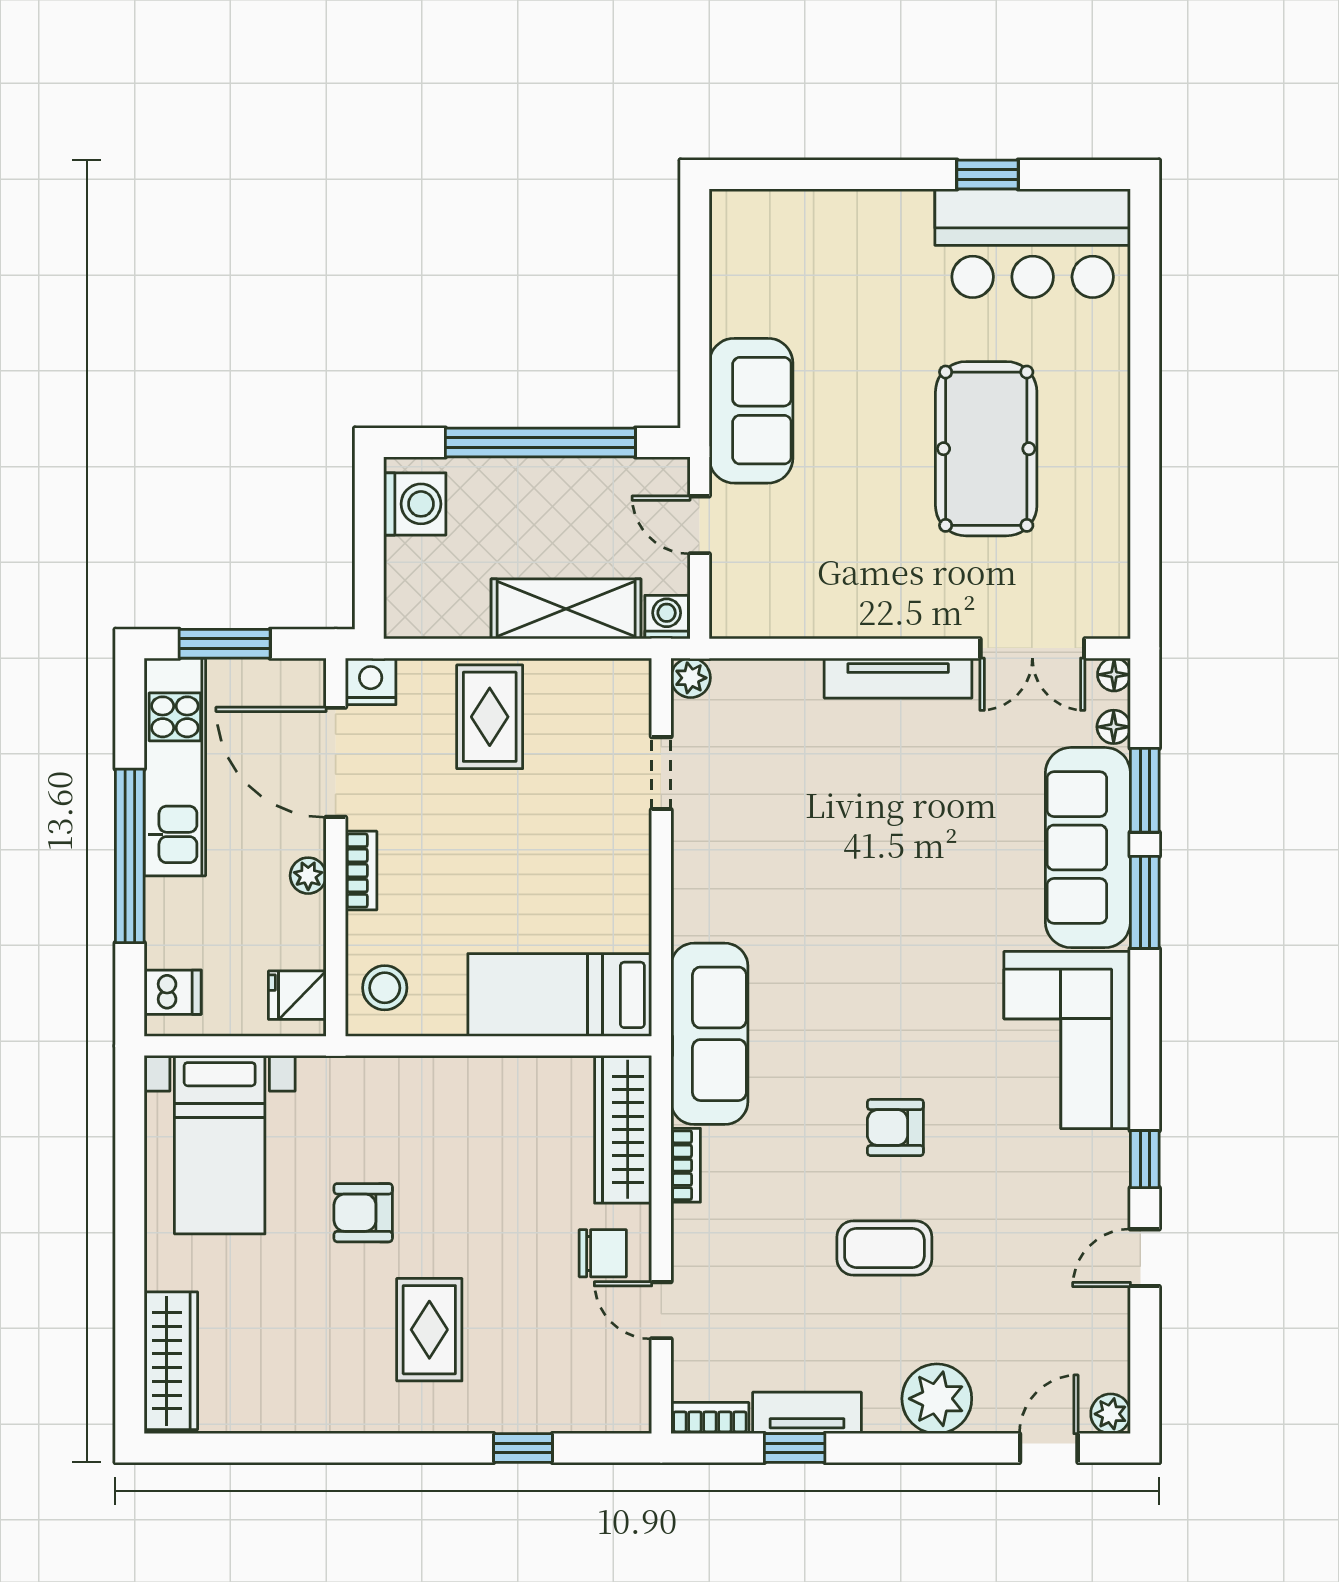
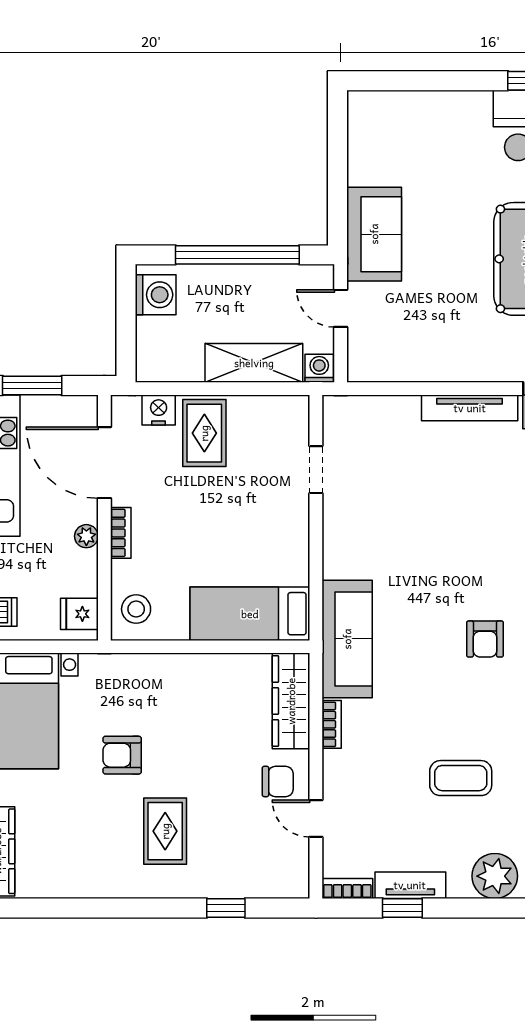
plant: (691, 678) -> (335, 408), removed
nightstand: (371, 681) -> (159, 410), moved
armchair: (895, 1128) -> (485, 639), moved, turned -90

